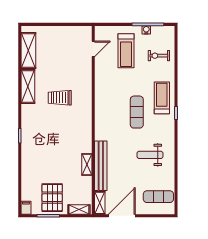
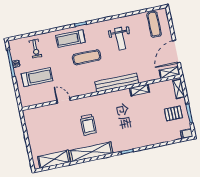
door: (93, 49) -> (63, 100), moved
shelving: (28, 87) -> (91, 152), width x1.47
bench: (101, 166) -> (117, 83), moved
pallet: (52, 198) -> (173, 113), width x0.67, depth x0.71
door: (122, 216) -> (176, 52), hinge flipped

